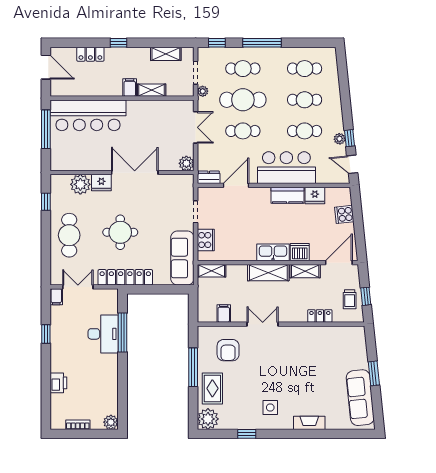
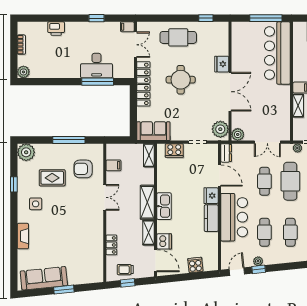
plant: (80, 184) -> (220, 129), moved
fridge: (315, 196) -> (211, 196), moved
dishwasher: (300, 252) -> (164, 241), moved
sofa: (182, 258) -> (153, 131), width x0.73
rug: (212, 388) -> (52, 178), moved

